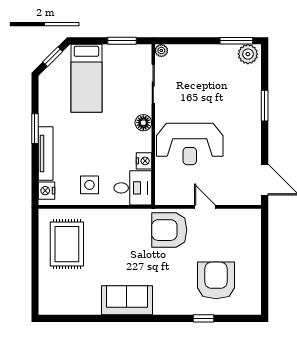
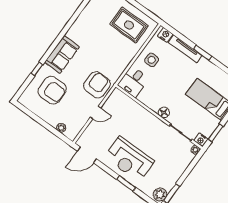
reception desk: (190, 144) -> (129, 159), moved, turned -90
nightstand: (144, 161) -> (201, 140), moved
plant: (254, 236) -> (61, 128), added
sofa: (127, 300) -> (62, 55), moved

